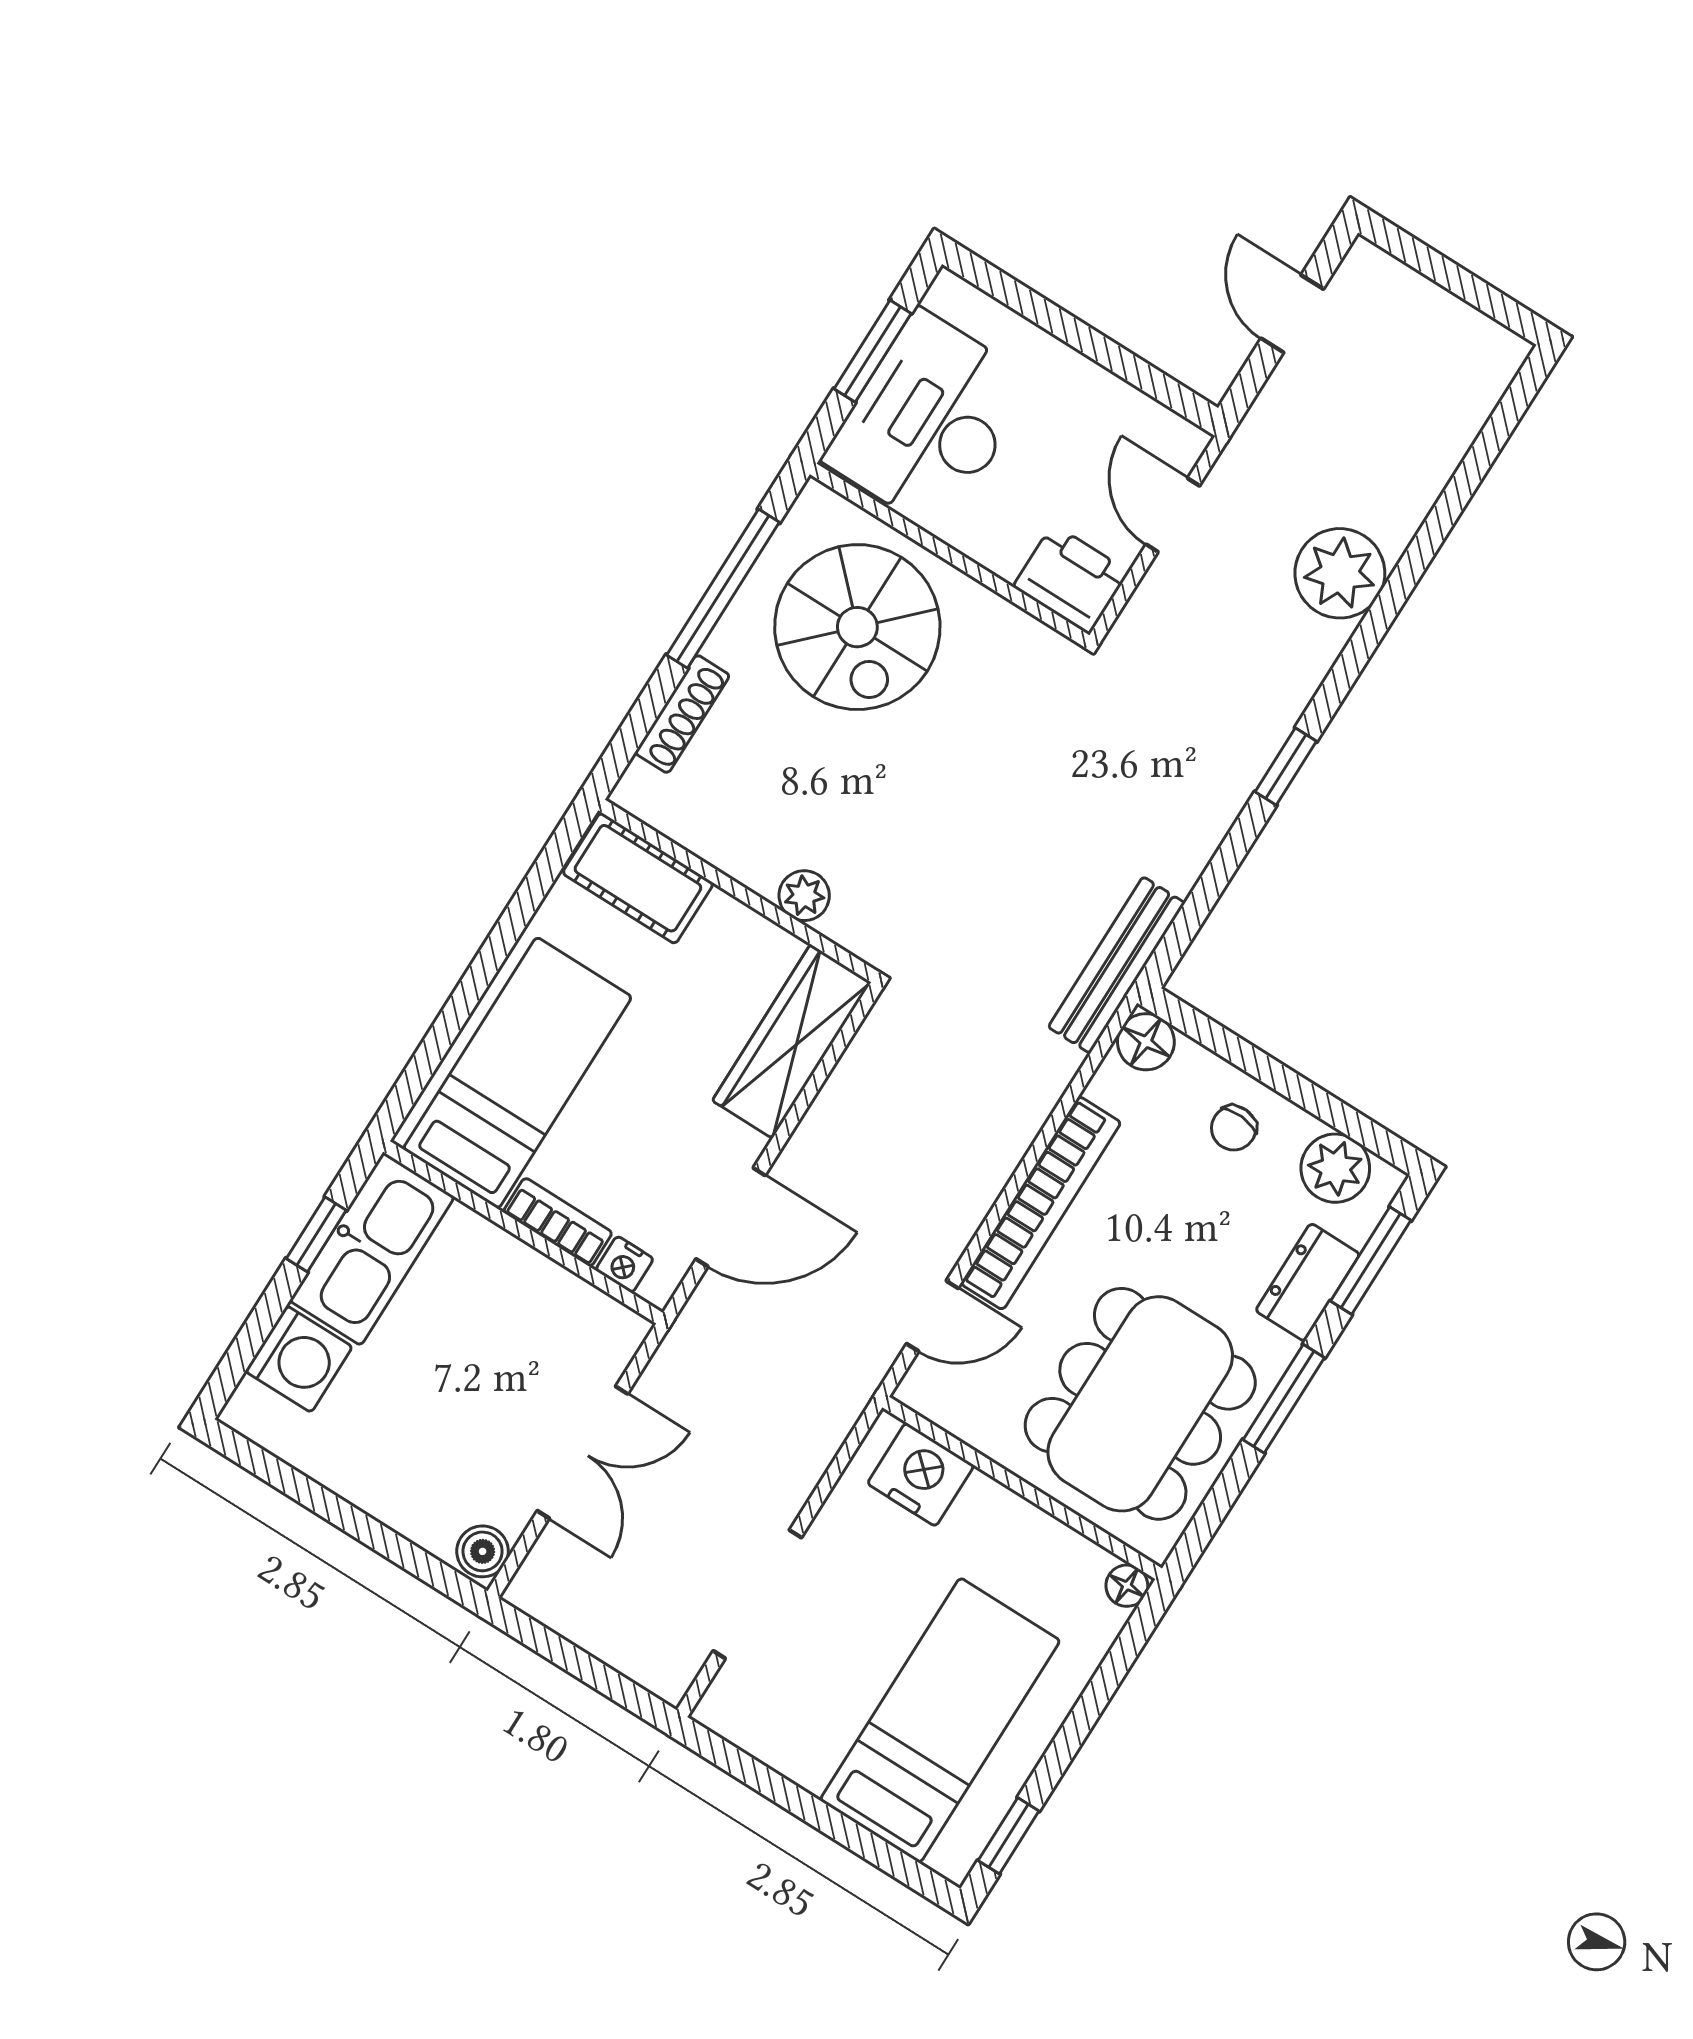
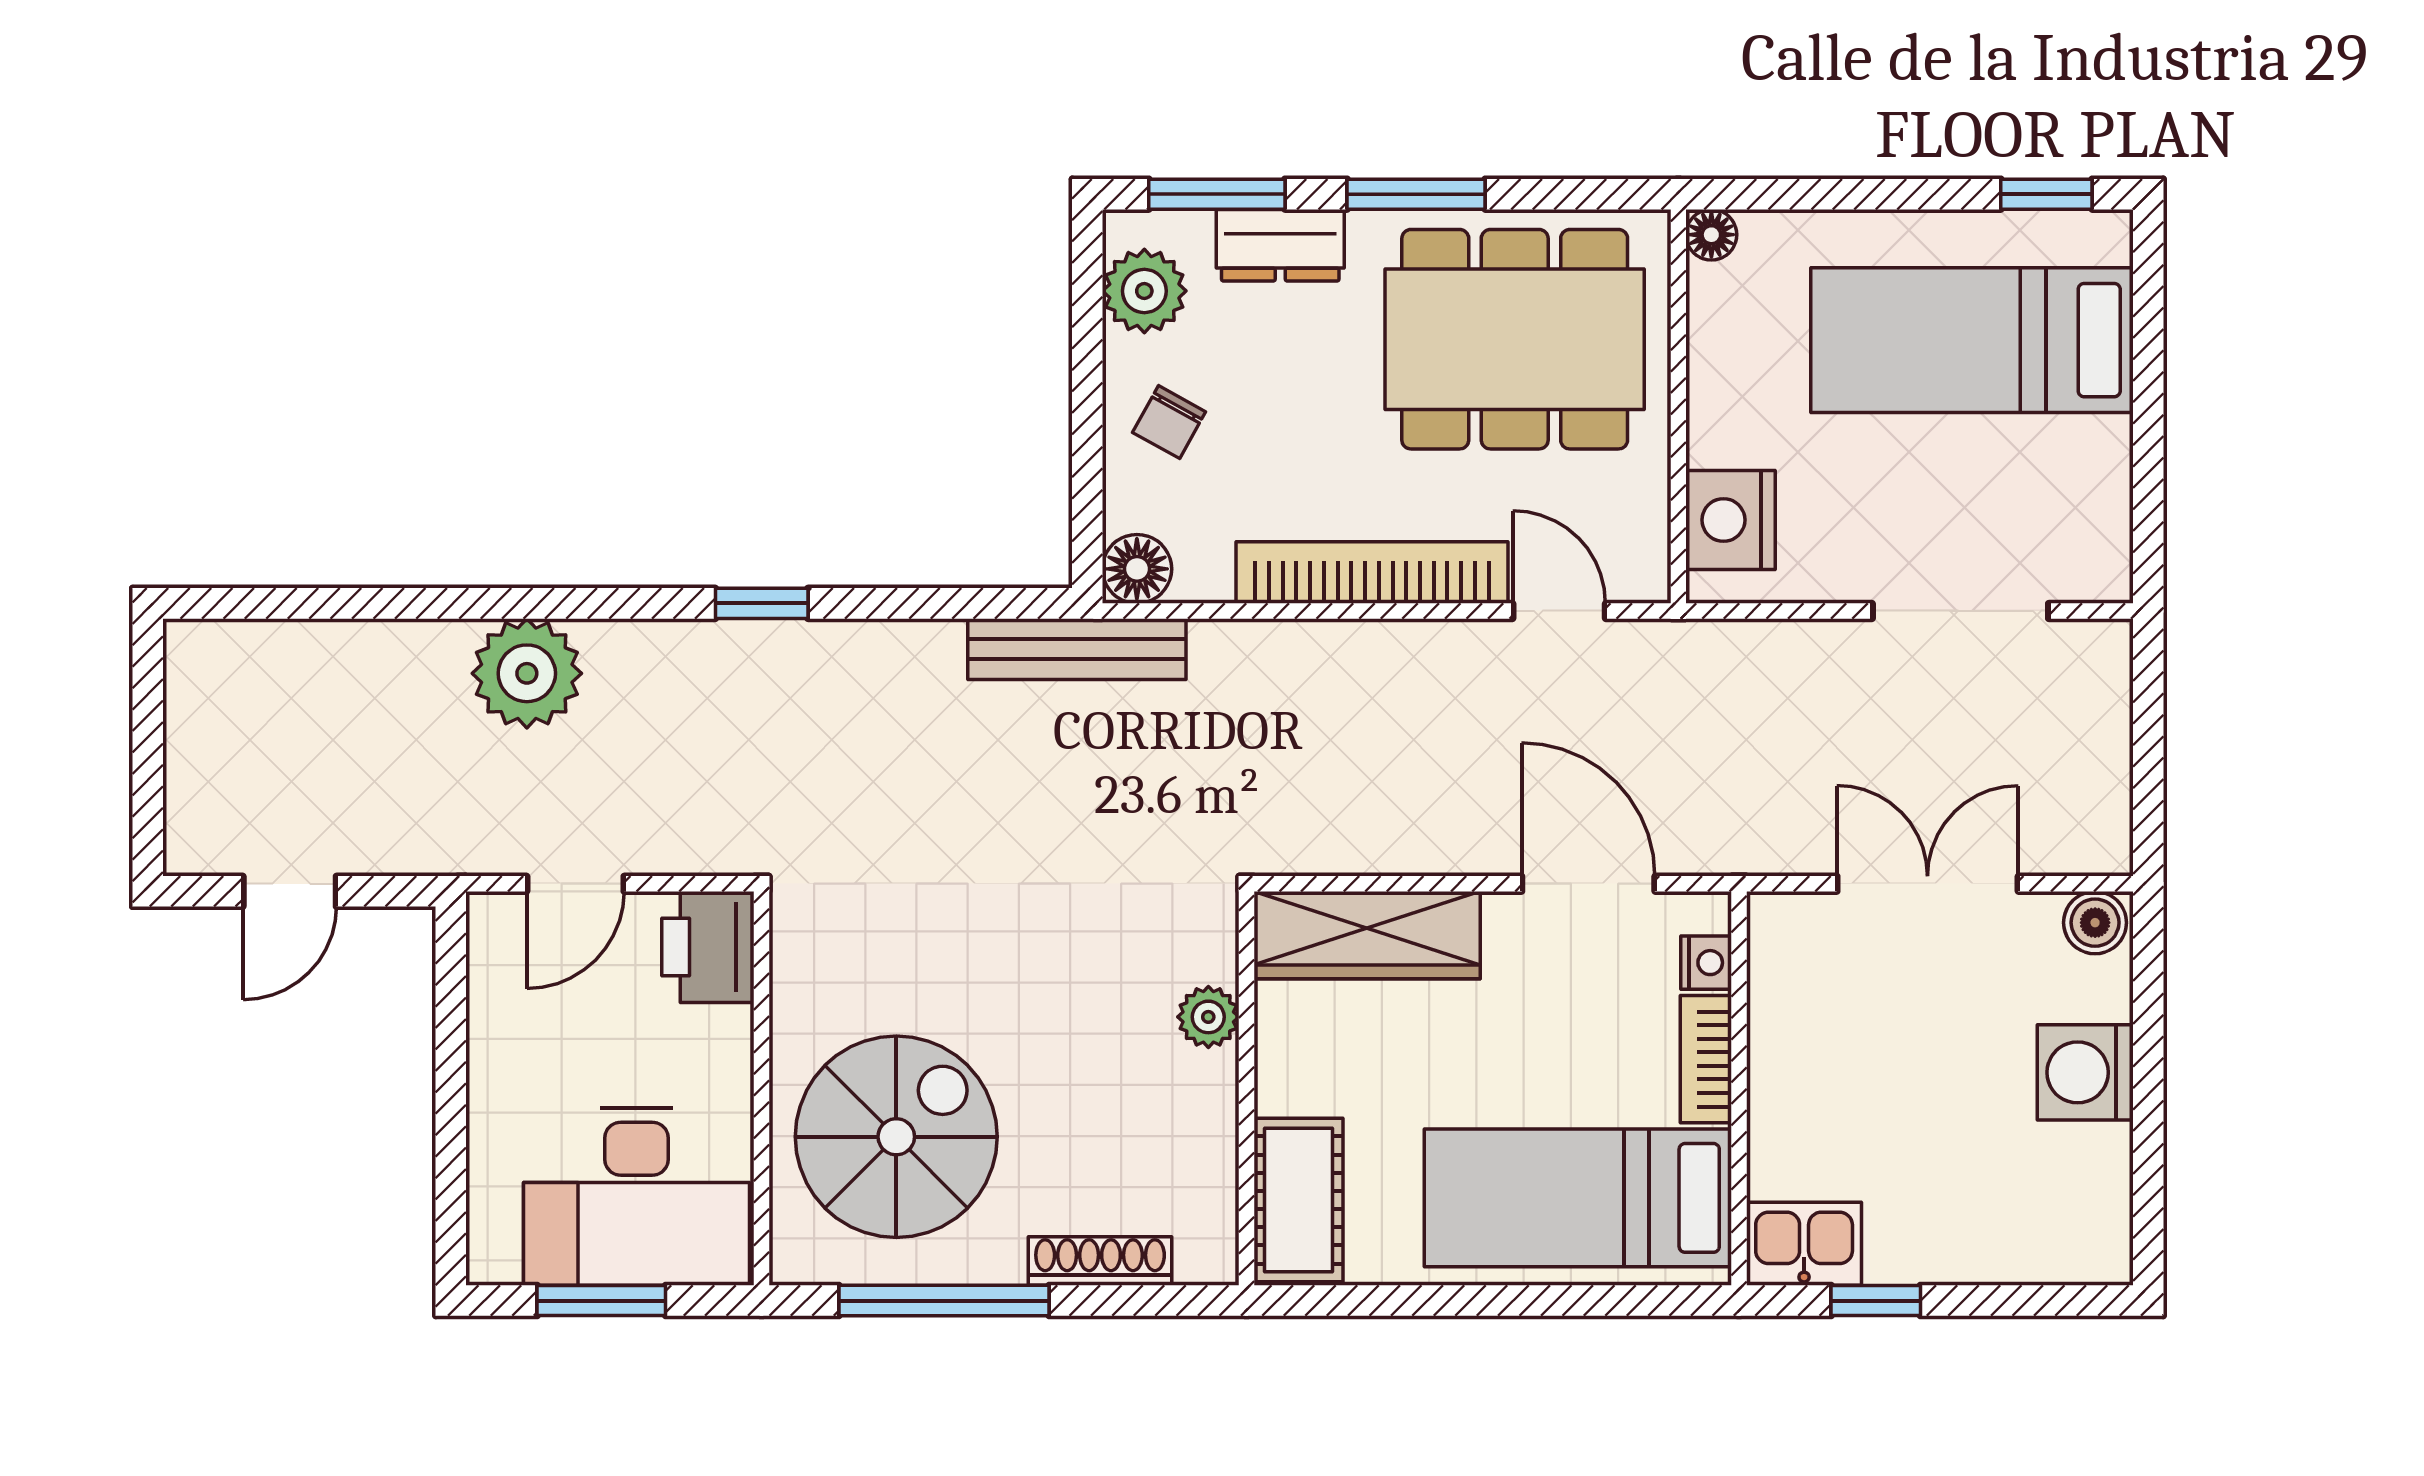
chair: (1234, 1128) -> (1169, 422), turned 115
kitchen sink: (372, 1249) -> (1804, 1244), width x0.53, depth x0.81
washing machine: (299, 1359) -> (2085, 1072), moved, turned -90

